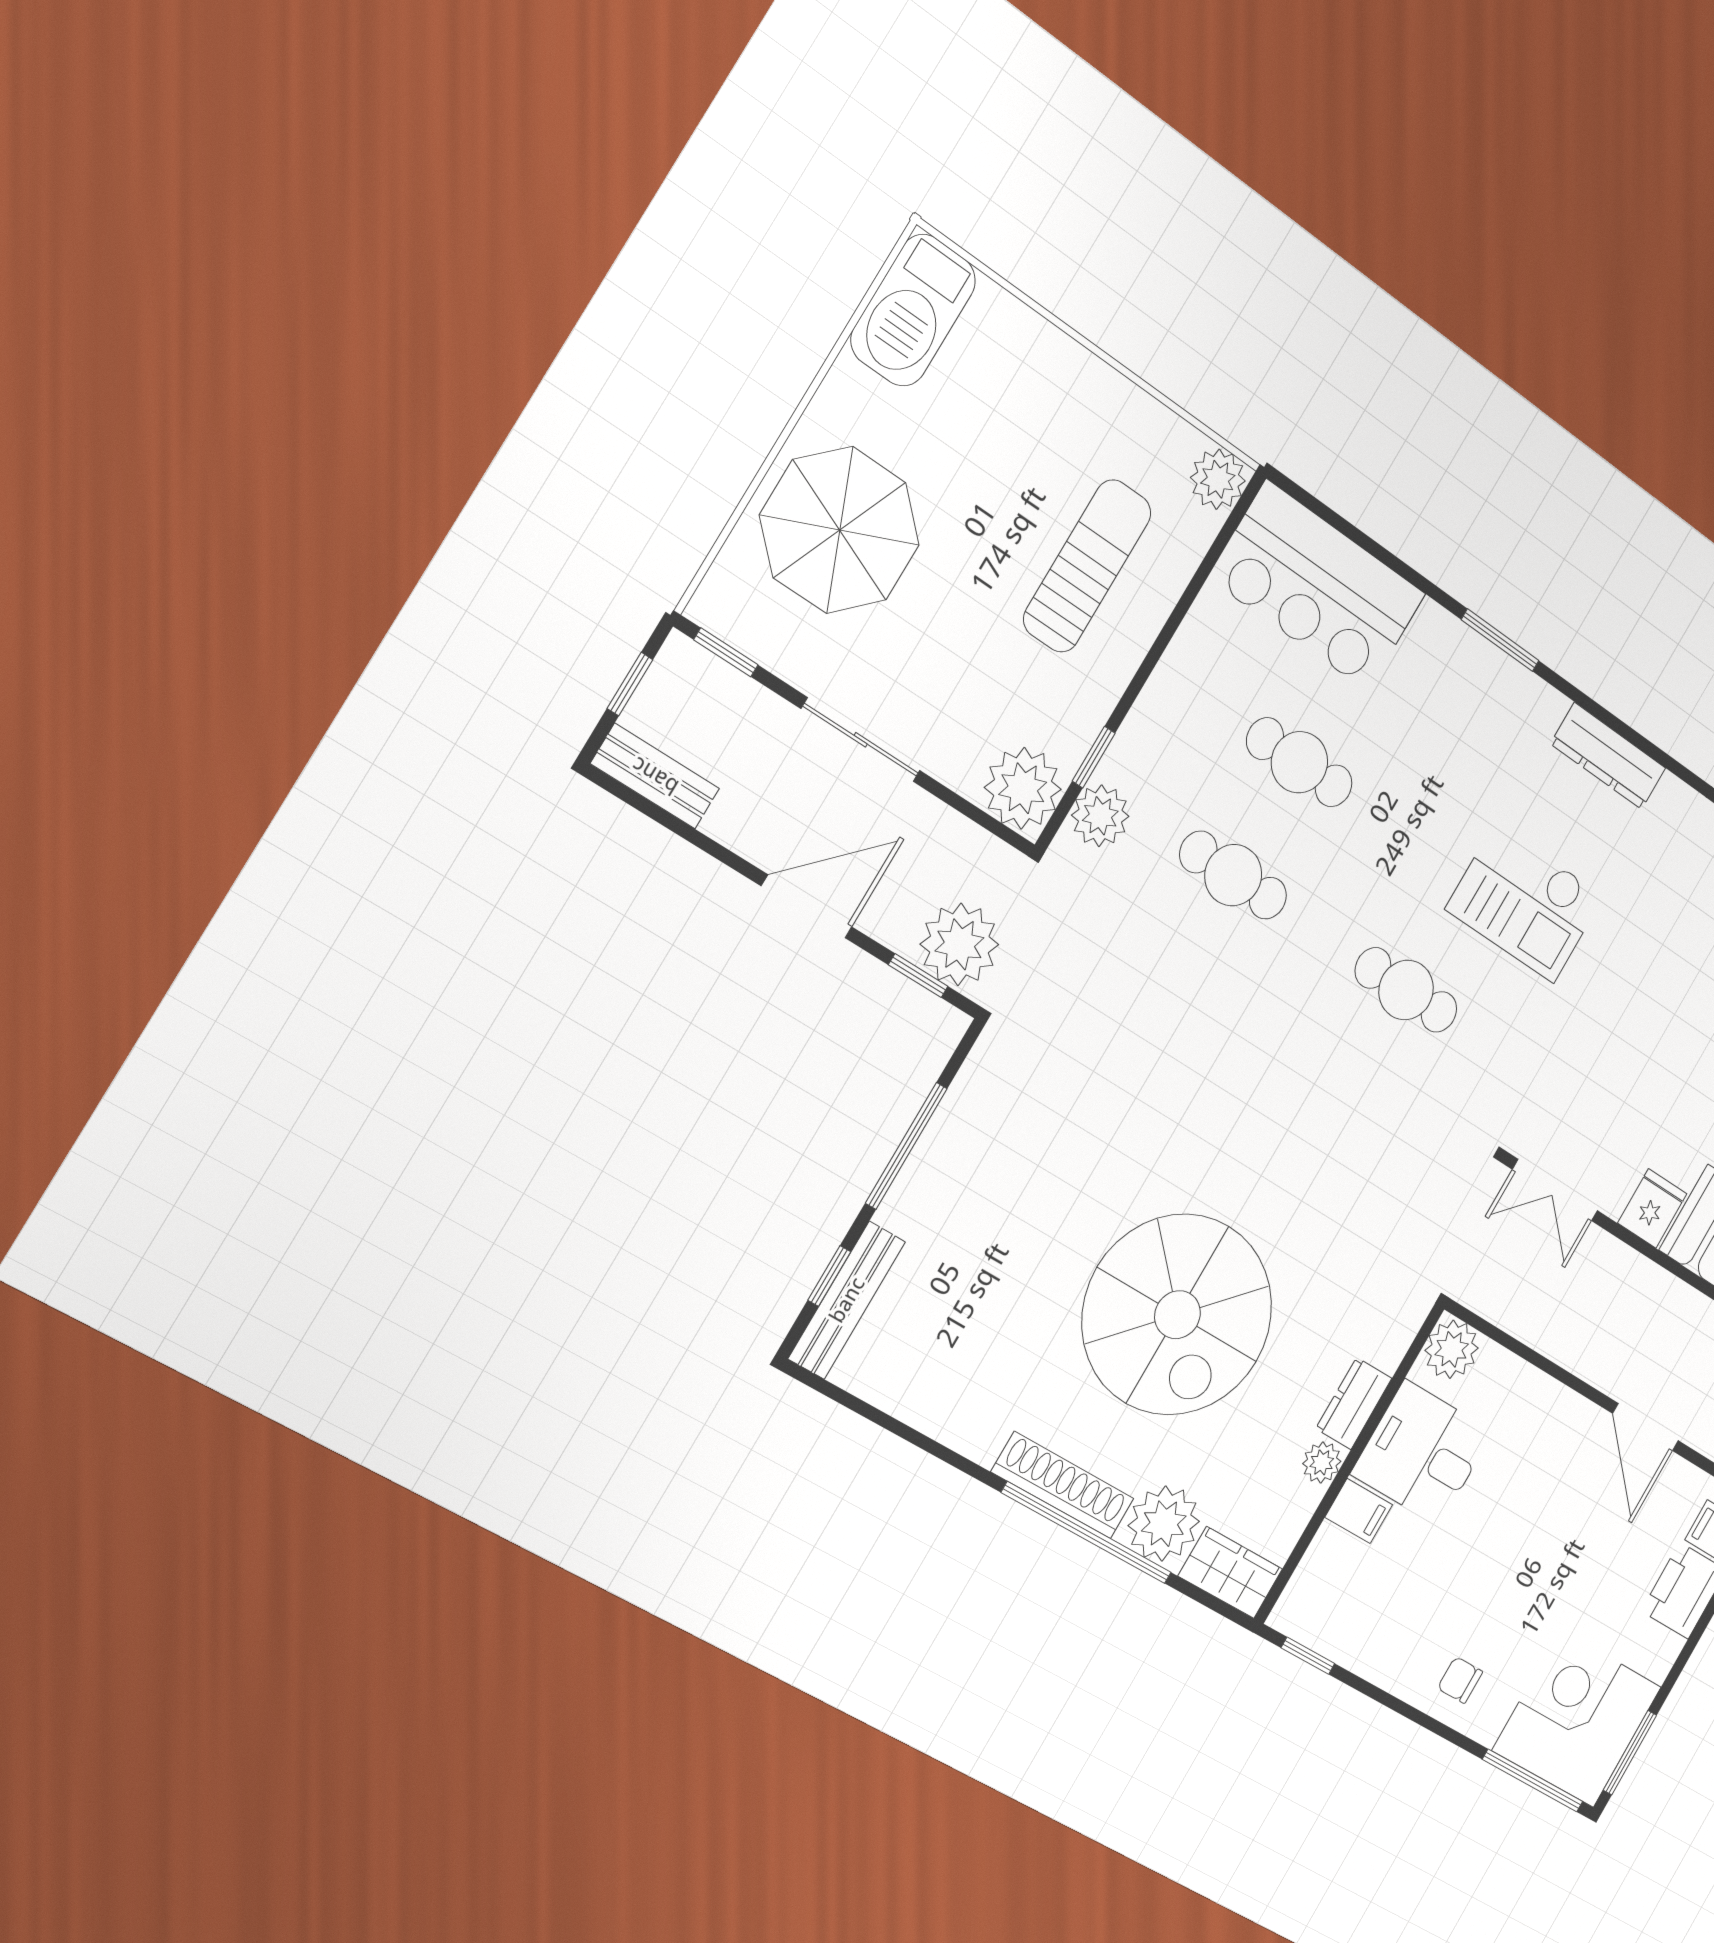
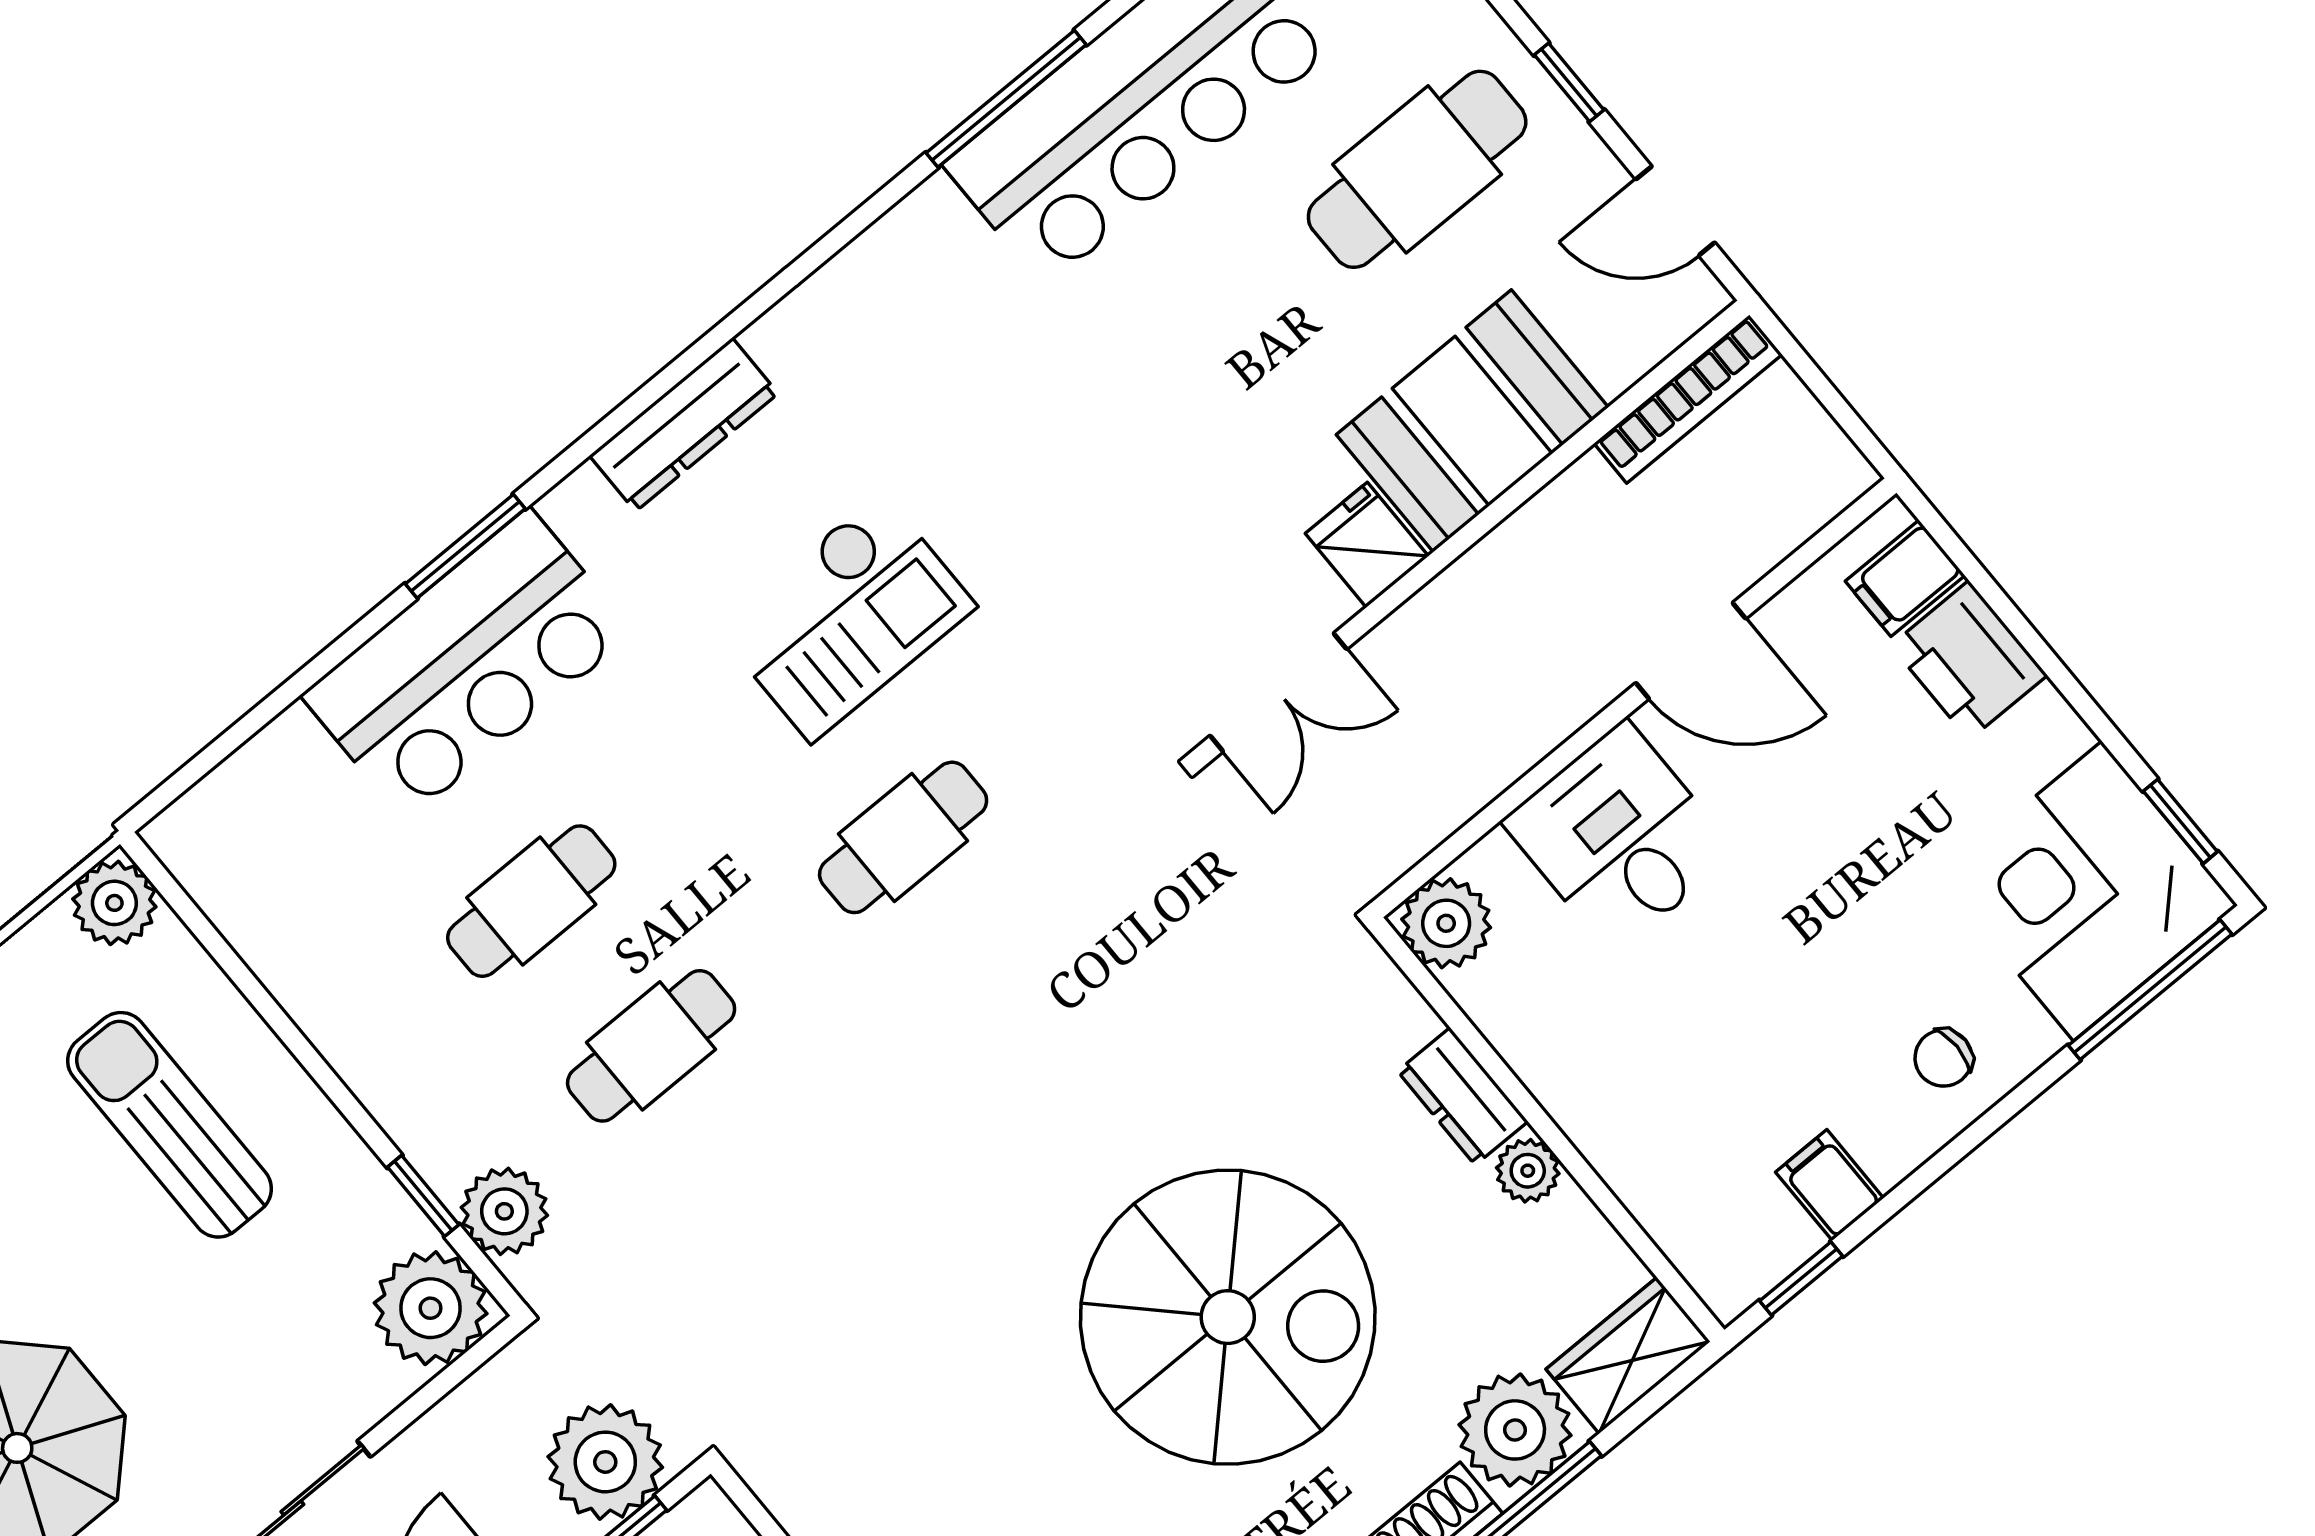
bar counter: (1318, 586) -> (467, 664), moved
desk: (1422, 1453) -> (1619, 837), moved, turned 90
filing cabinet: (1359, 1511) -> (1830, 1185), moved, turned -90
window: (1630, 1753) -> (2180, 821), width x0.67

